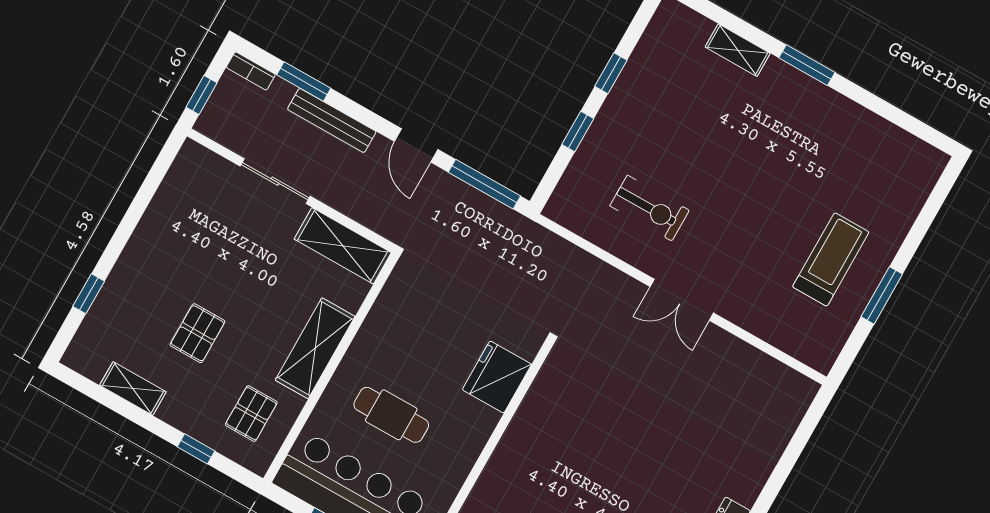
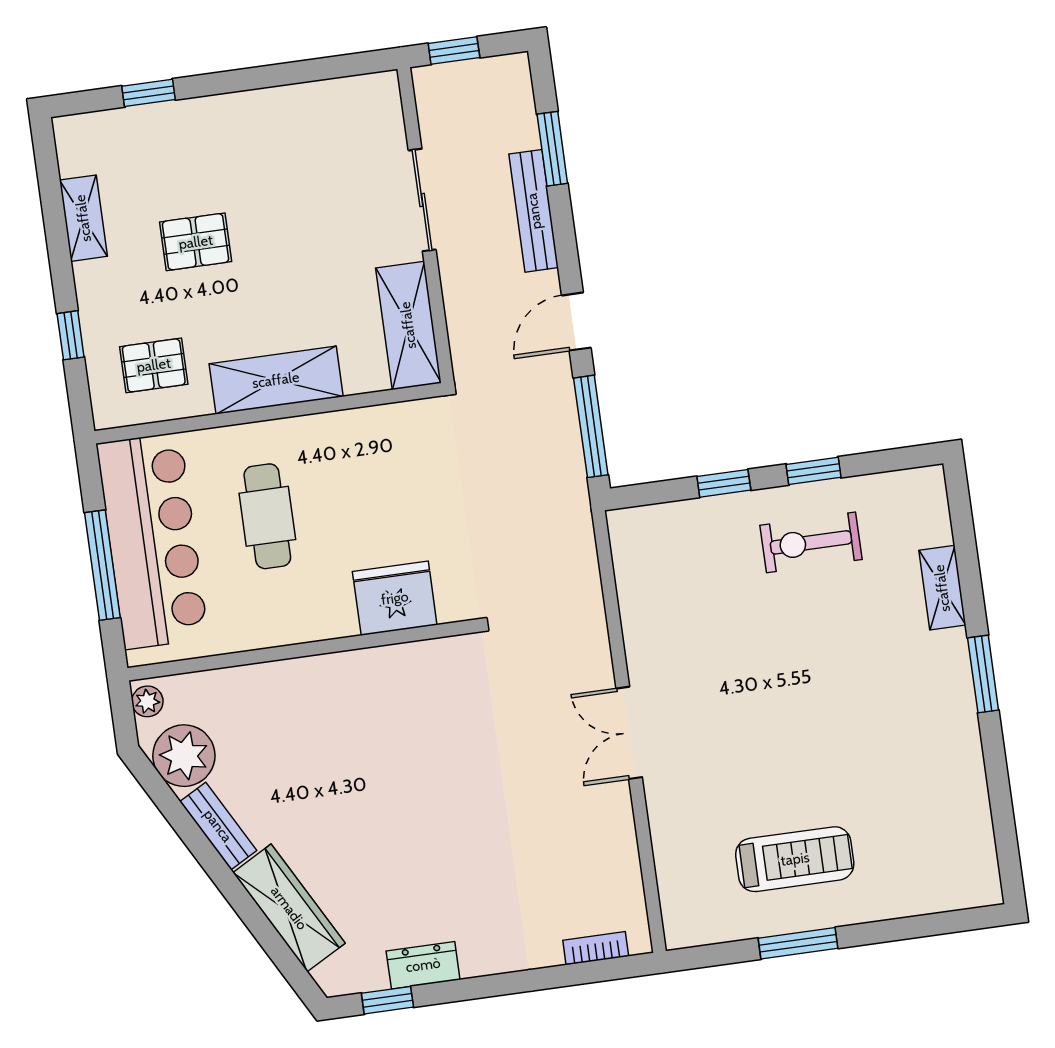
bookcase: (251, 71) -> (596, 948), moved, turned 90
exercise bike: (650, 208) -> (811, 542), moved, turned 90

